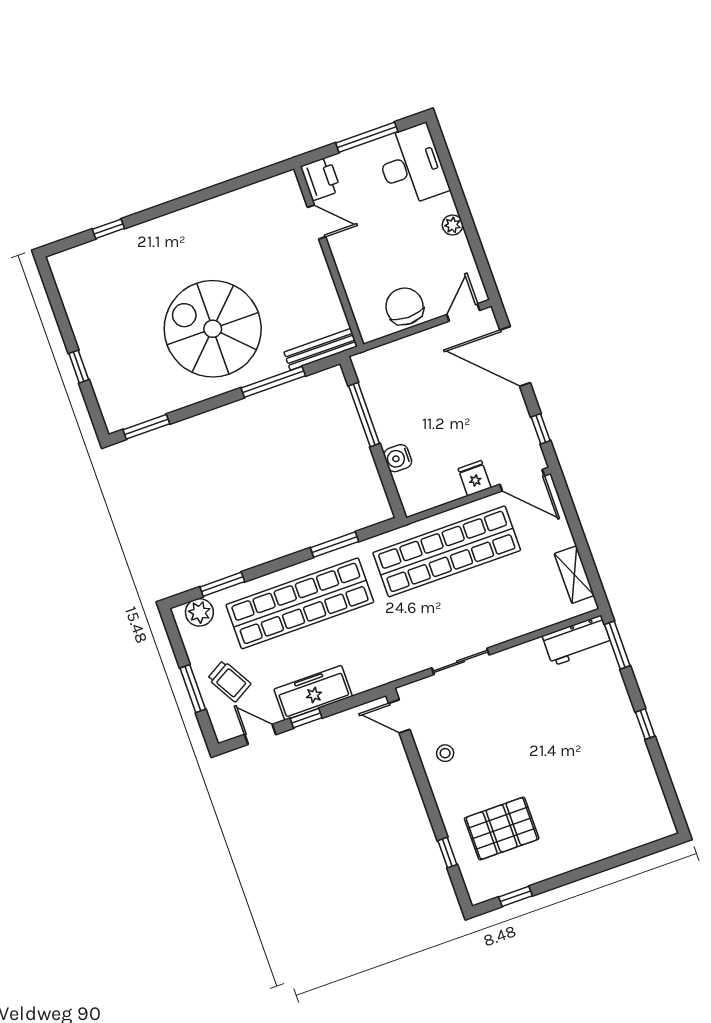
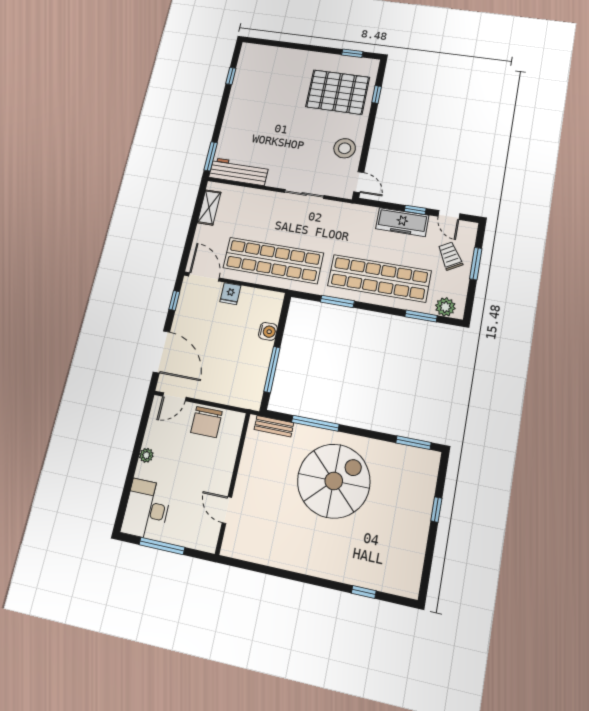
printer: (321, 179) -> (207, 537), removed
spiral stairs: (213, 329) -> (334, 481), turned -90
bench: (320, 349) -> (274, 426), width x0.73
workbench: (577, 641) -> (239, 172), width x1.38
window: (645, 724) -> (231, 76), moved
stool: (445, 753) -> (345, 148), width x1.89, depth x1.89
pallet: (502, 828) -> (338, 92), width x1.37, depth x1.41

